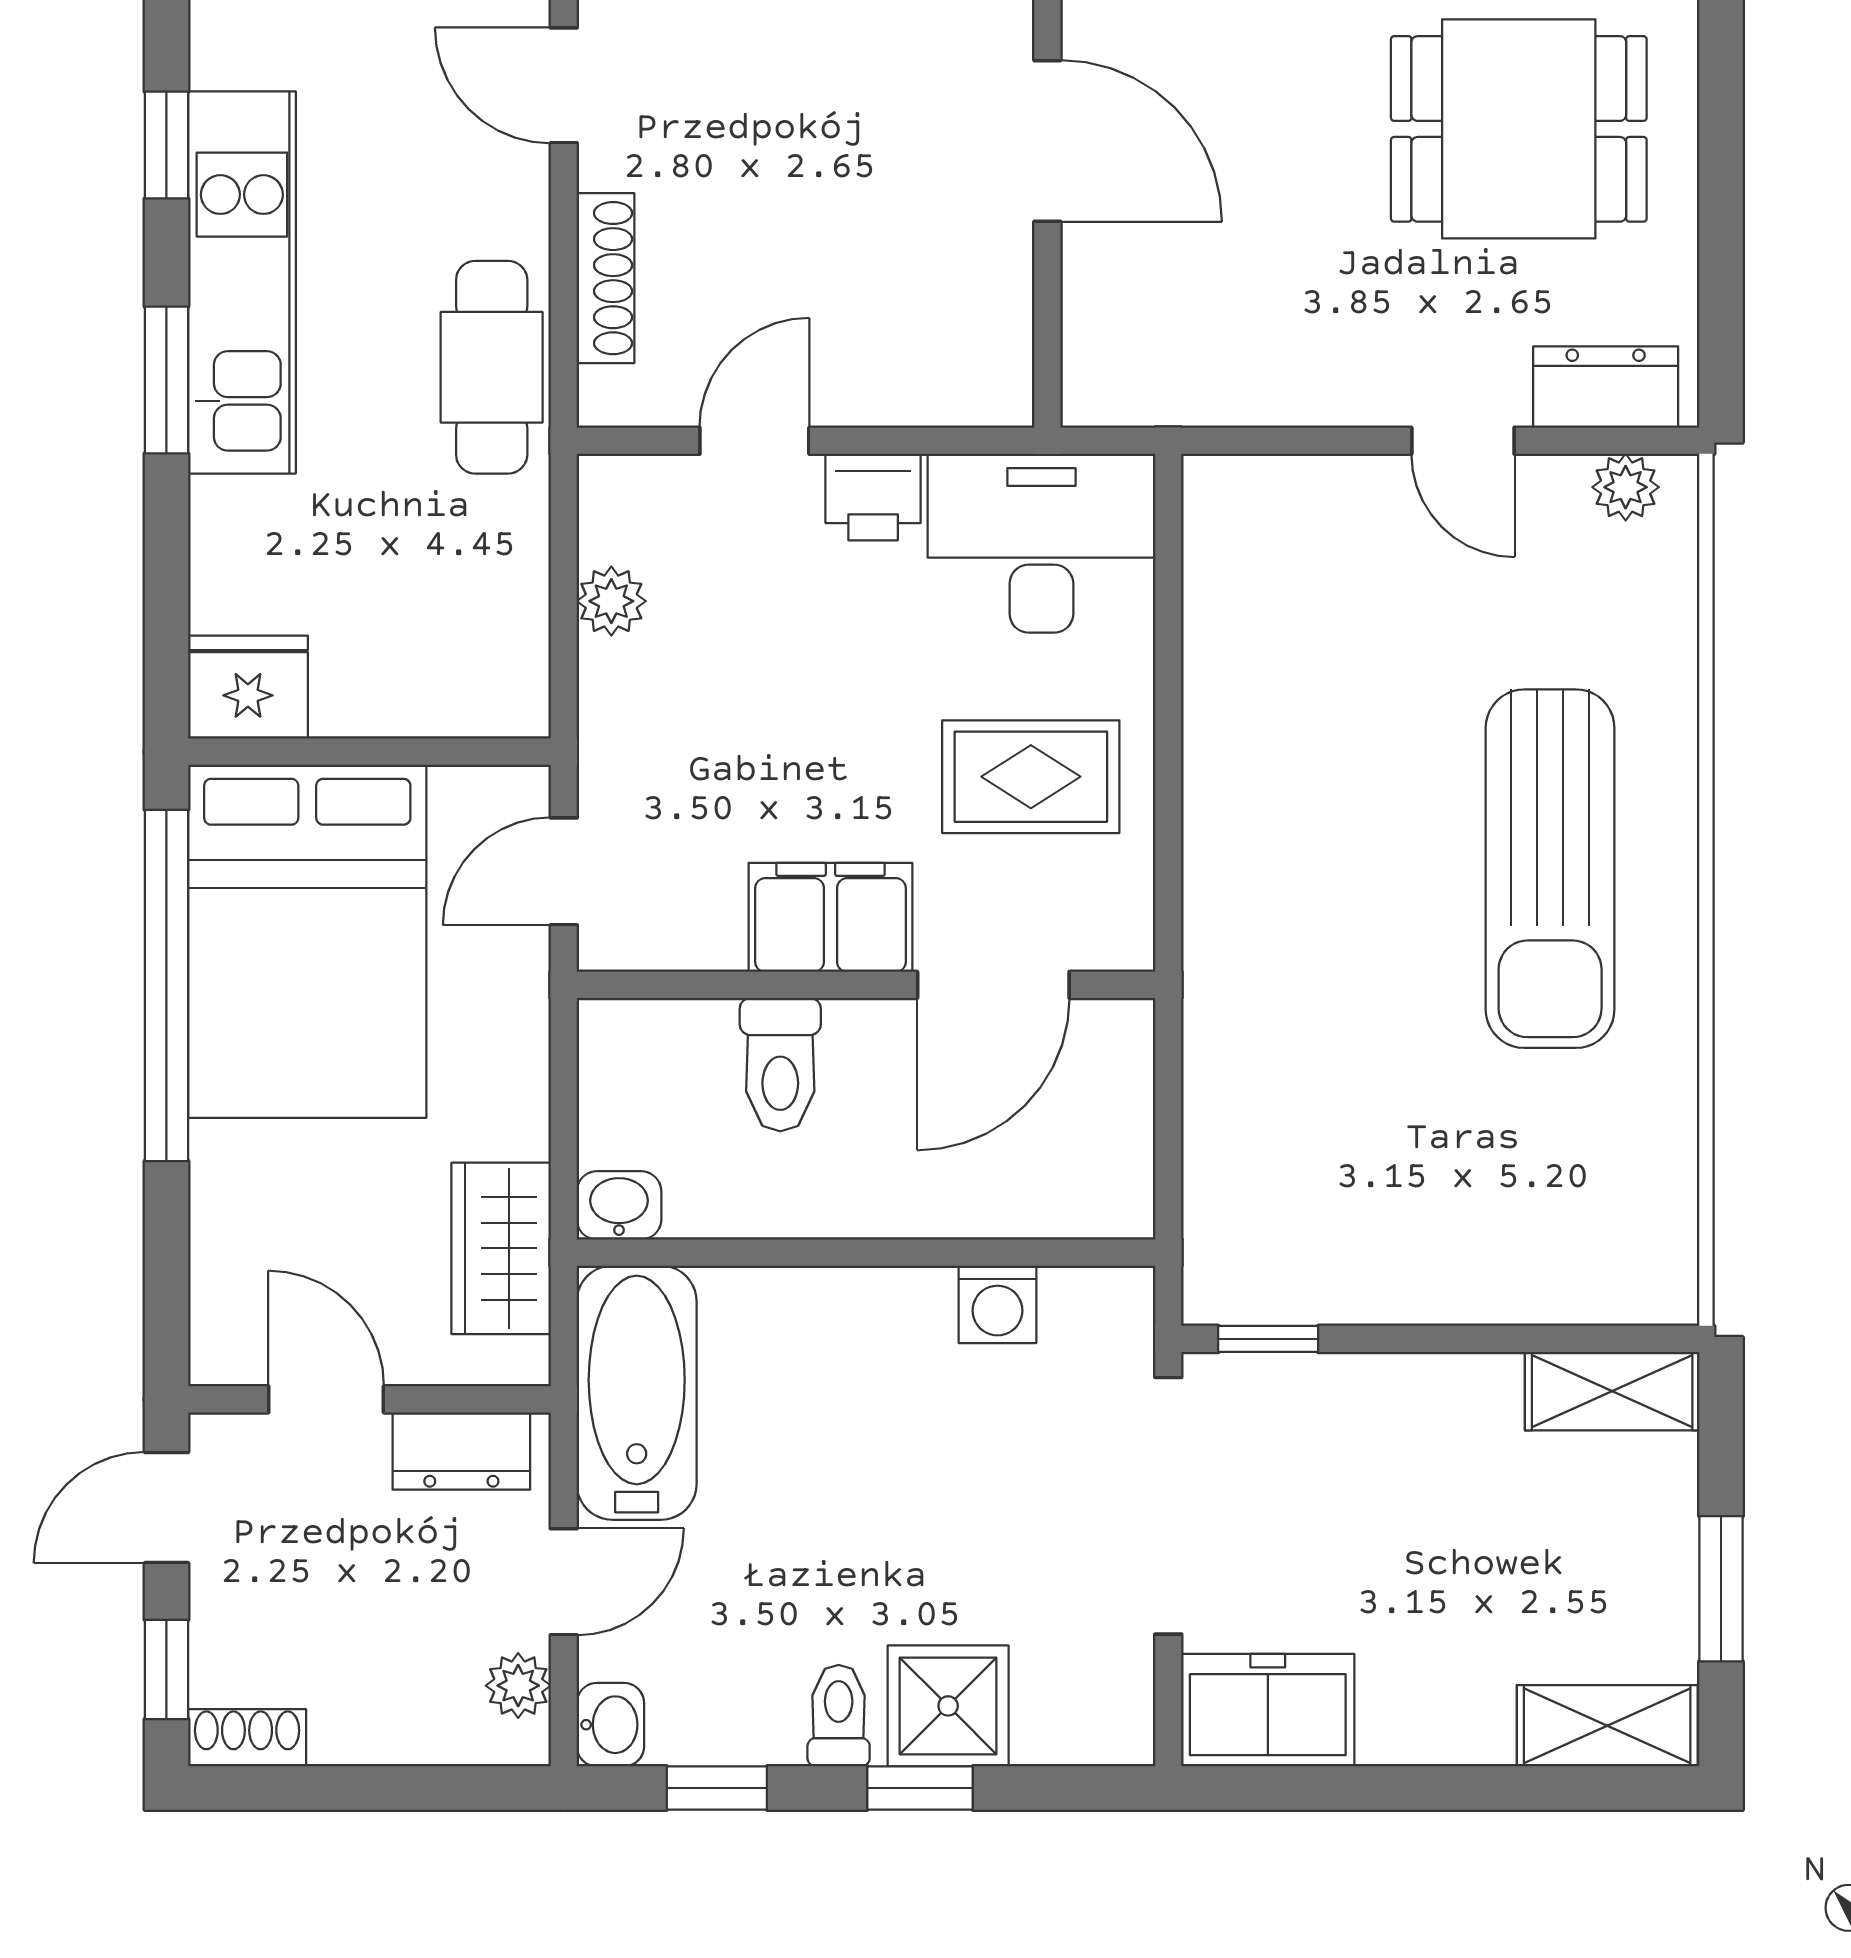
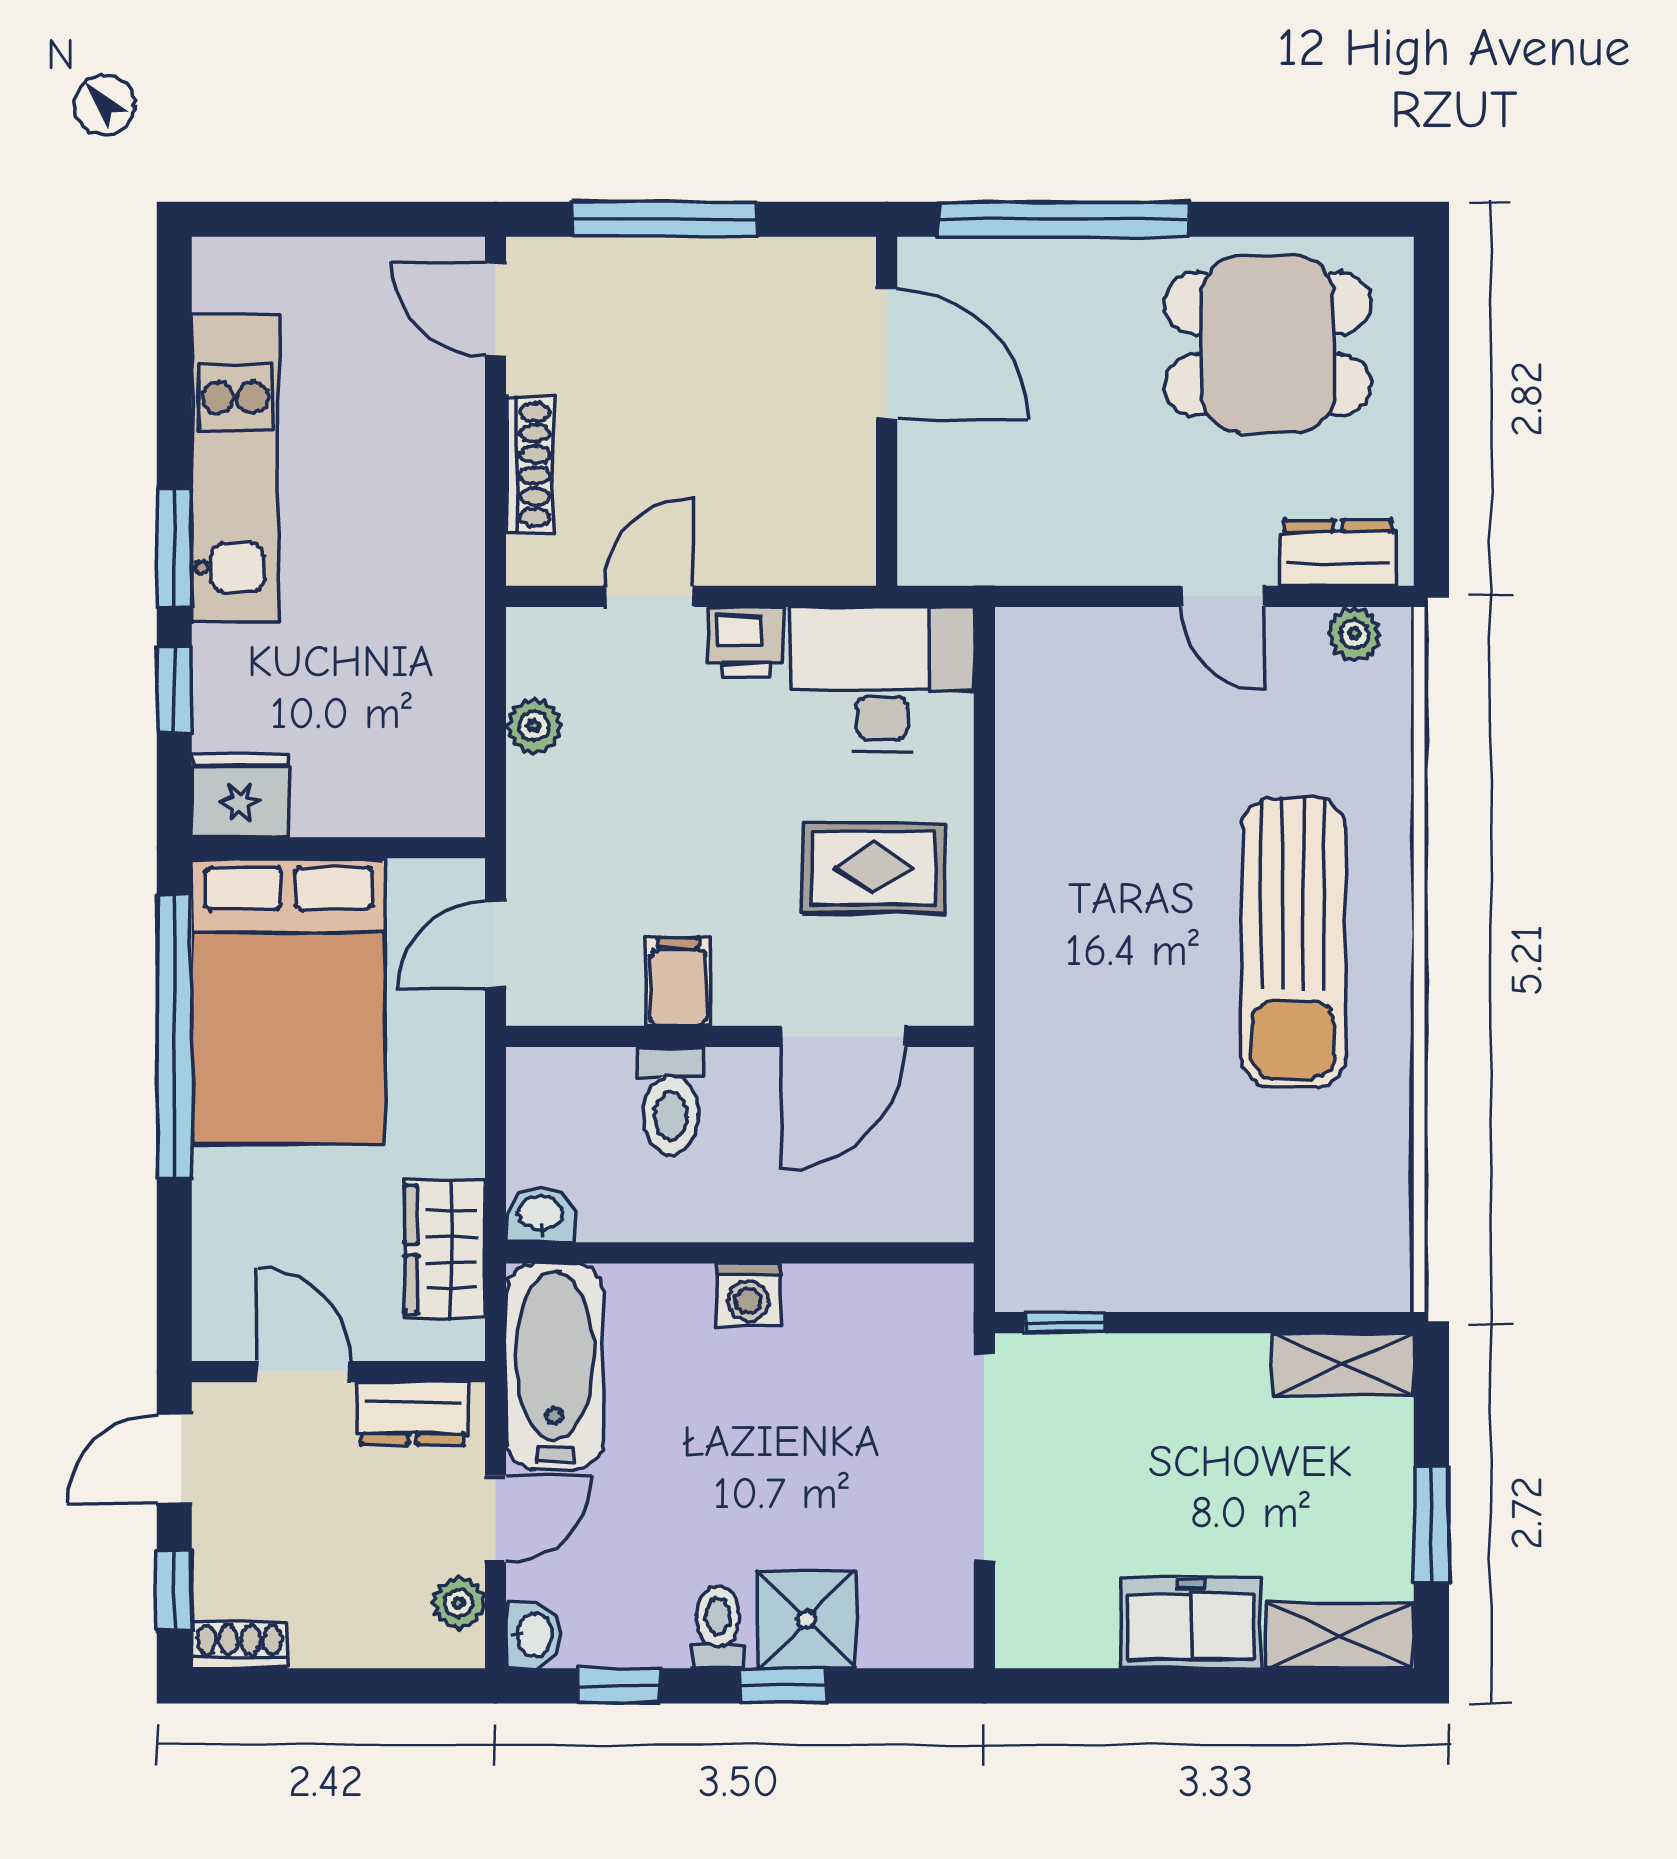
window: (166, 145) -> (174, 690), moved
cafe table: (492, 367) -> (437, 537), removed
filing cabinet: (830, 917) -> (678, 982), width x0.50
washing machine: (998, 1304) -> (748, 1295), moved
freezer: (1268, 1710) -> (1191, 1623), moved

